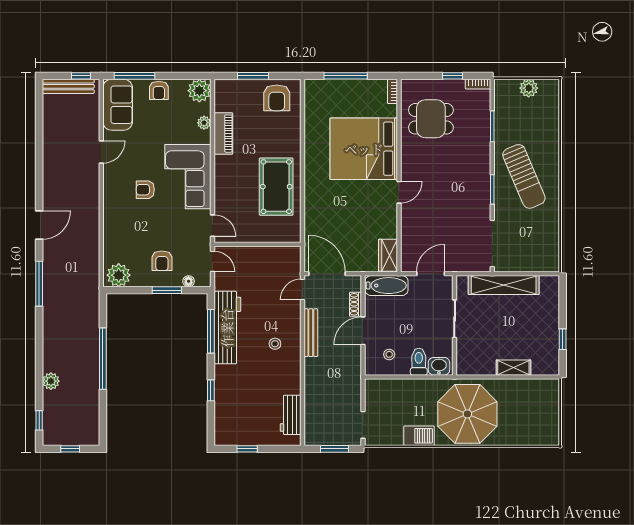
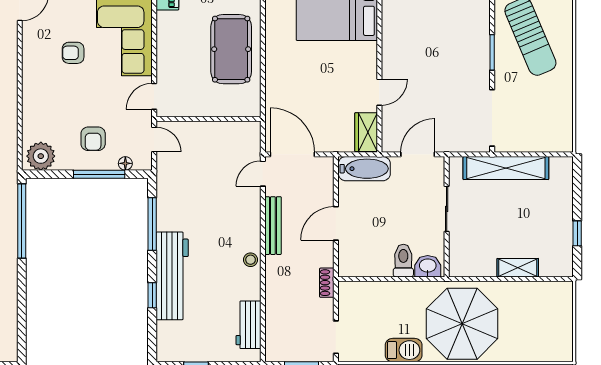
door: (399, 192) -> (379, 92), moved
door: (212, 226) -> (154, 96), swing flipped
window: (167, 290) -> (99, 174), width x1.44
shoe rack: (355, 304) -> (327, 283), moved
workbench: (227, 328) -> (172, 276), moved
stool: (275, 344) -> (251, 260), moved
stool: (389, 354) -> (368, 252), removed
window: (103, 359) -> (22, 221), moved

